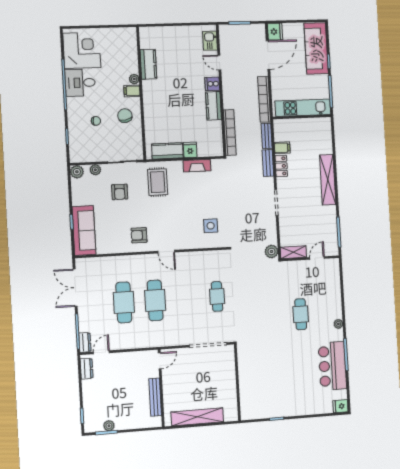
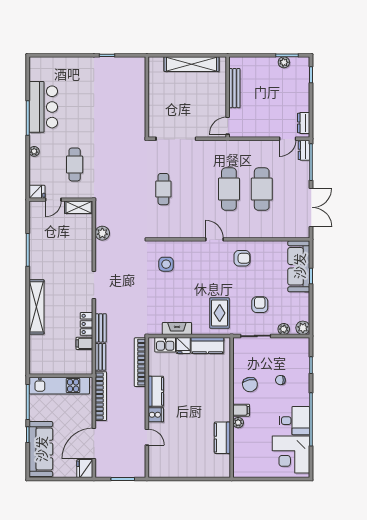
kitchen sink: (210, 41) -> (165, 345), moved, turned 90
shelving: (293, 252) -> (79, 207), moved
wall: (310, 258) -> (61, 200), moved
door: (317, 258) -> (53, 200), moved
fridge: (340, 406) -> (37, 192), moved

